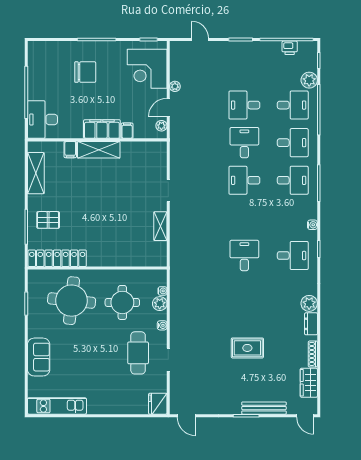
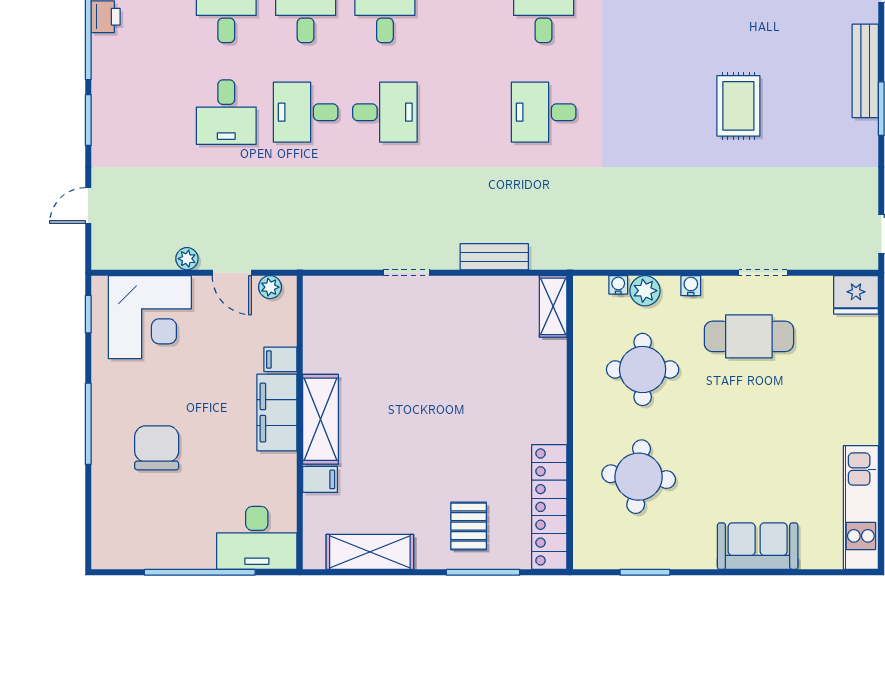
desk: (244, 180) -> (385, 112), turned -90
shelving: (160, 226) -> (553, 306), moved, turned 90
bench: (176, 232) -> (494, 257), added
round table: (72, 301) -> (639, 477), width x0.73, depth x0.73

